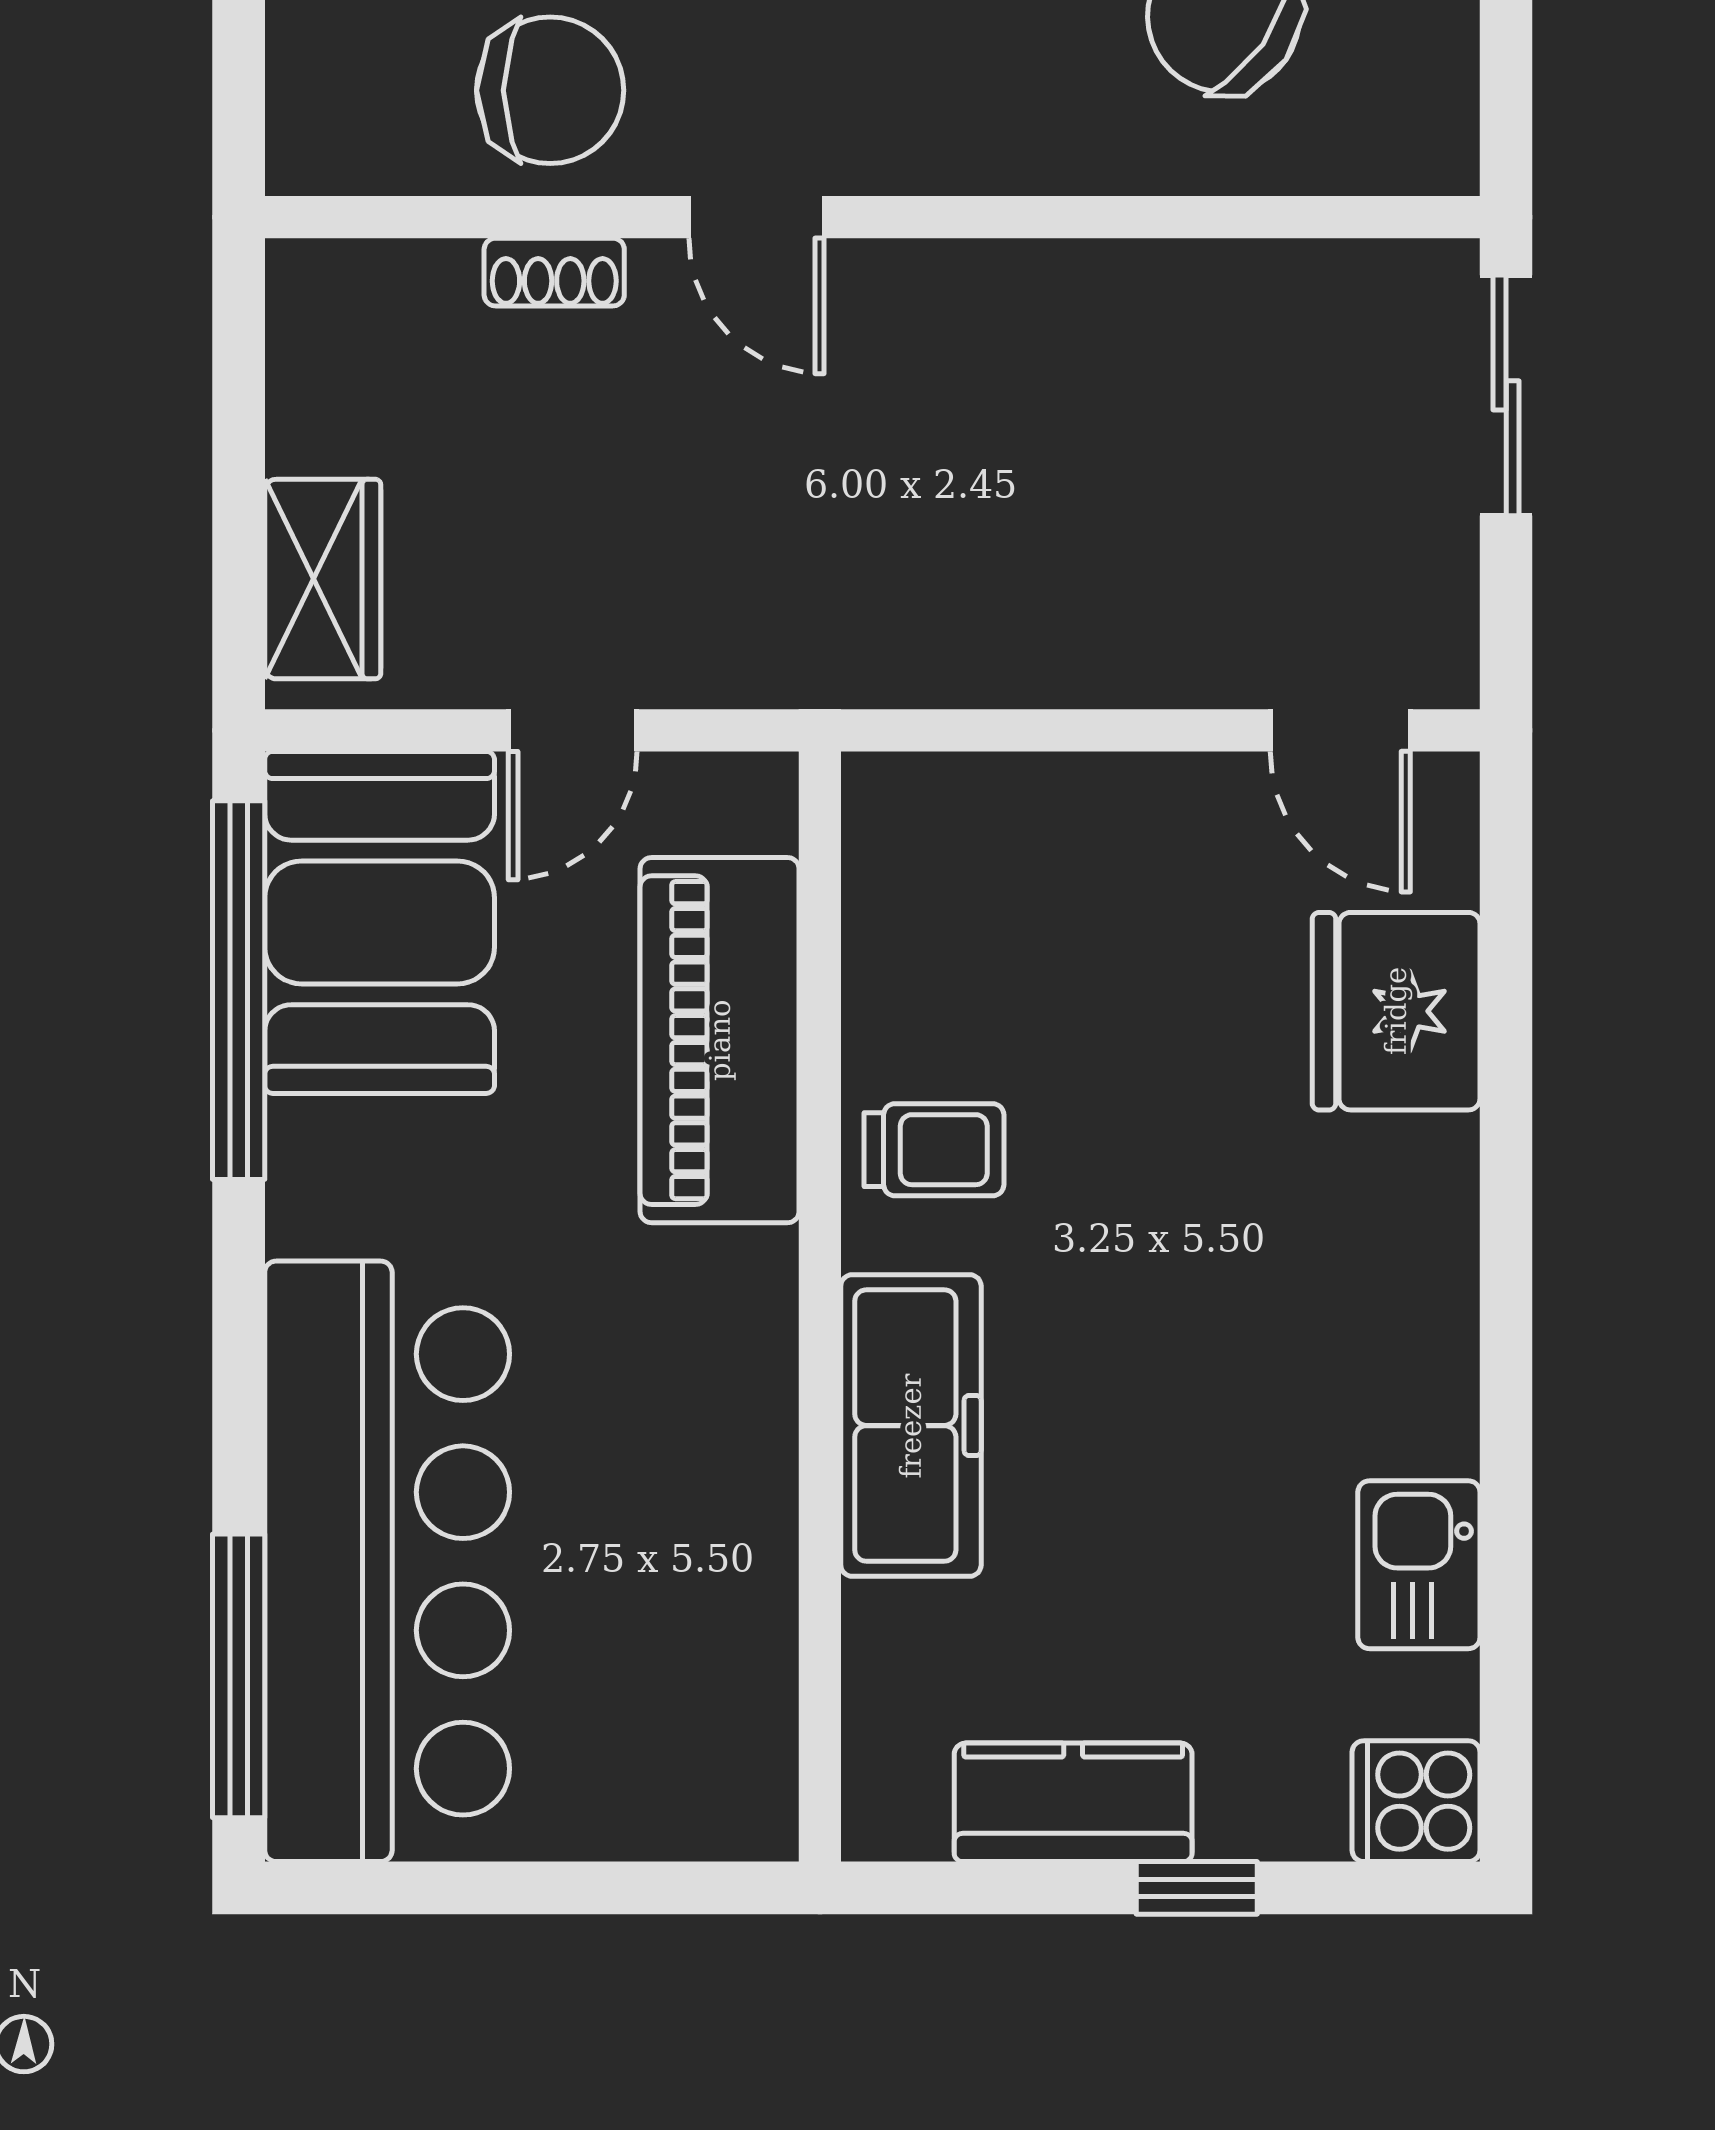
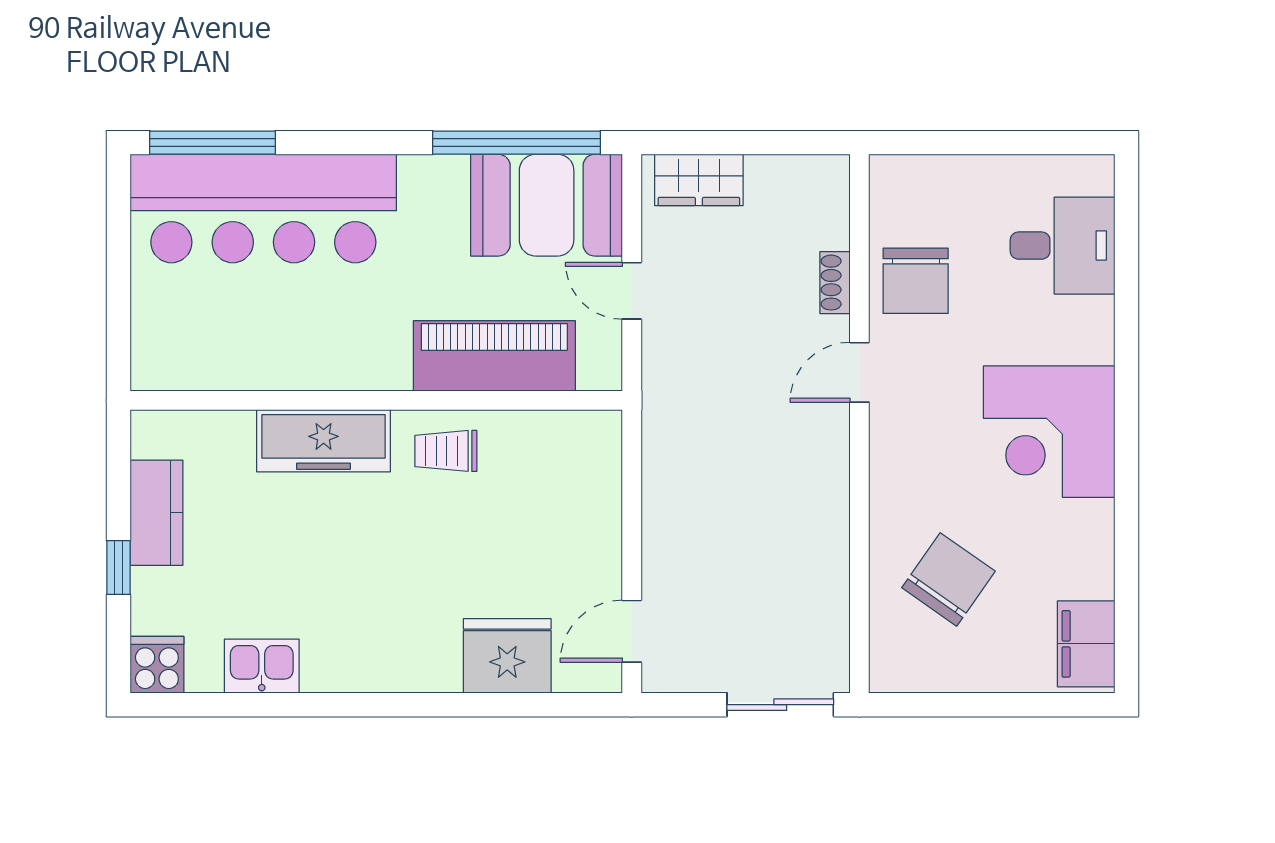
trolley: (934, 1150) -> (446, 451), turned 90

